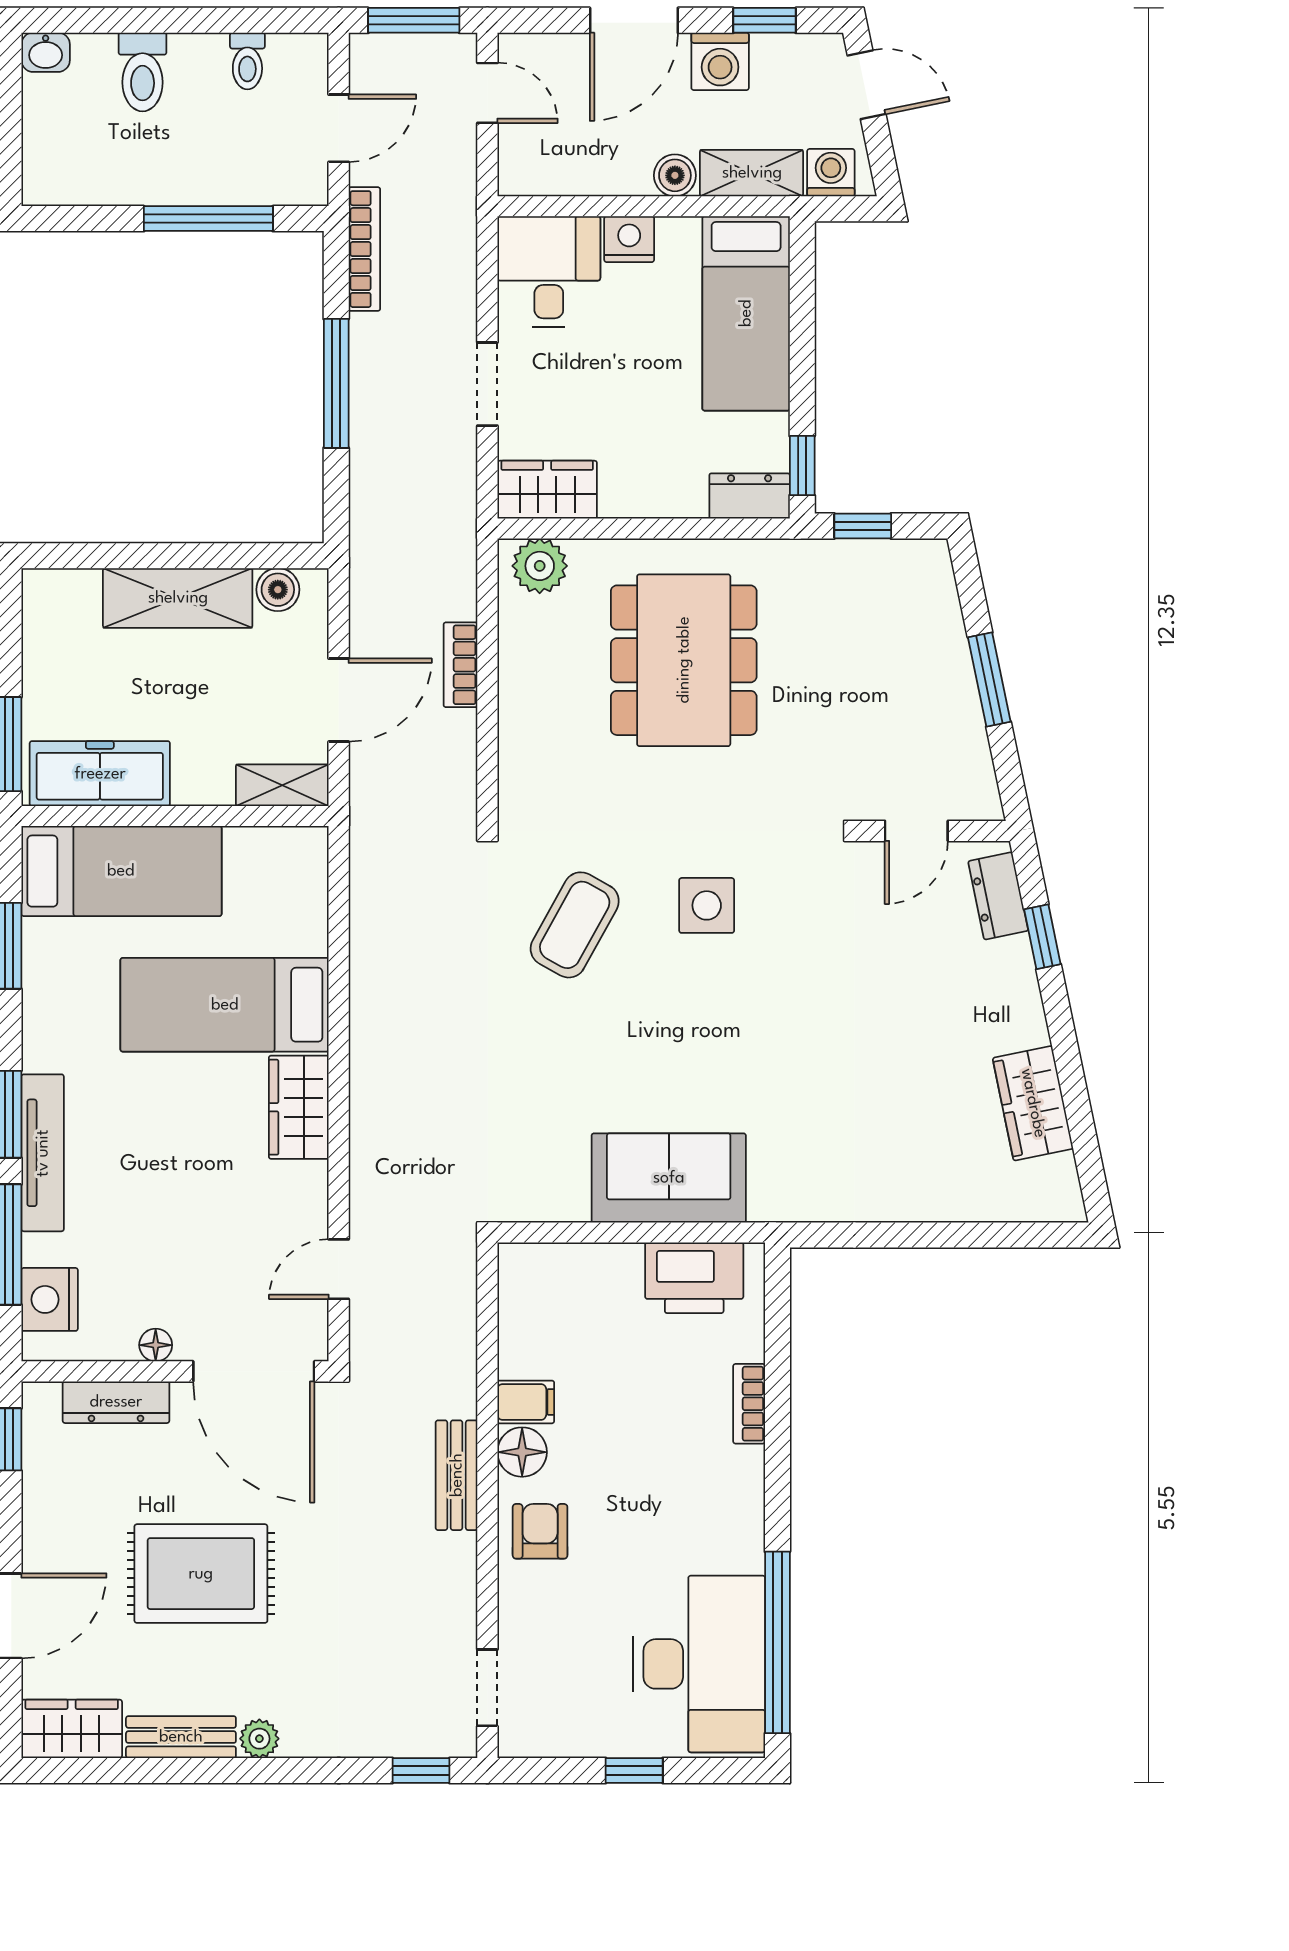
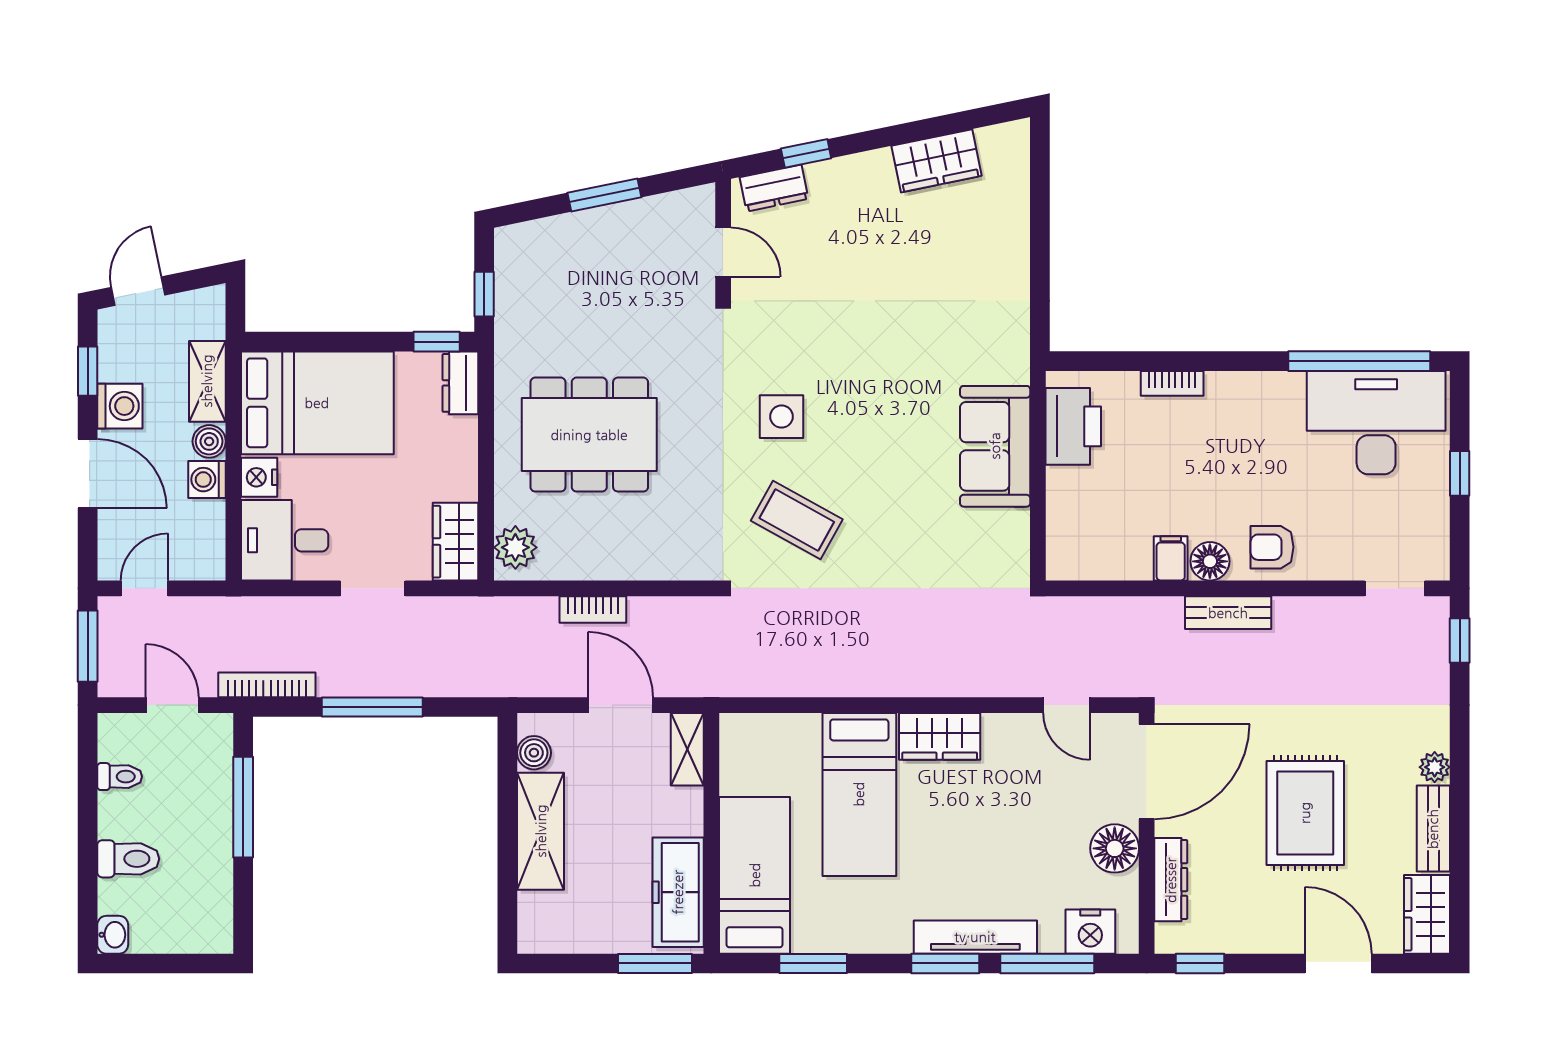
washing machine: (831, 173) -> (207, 480), moved
bed: (746, 313) -> (317, 403), width x1.50
floor lamp: (156, 1345) -> (1115, 848), width x1.89, depth x1.89

